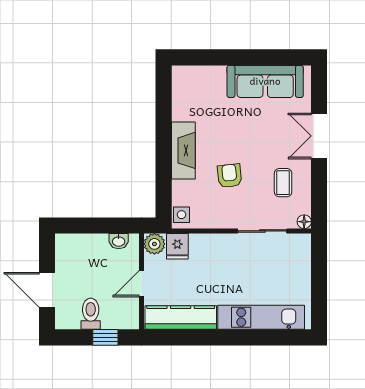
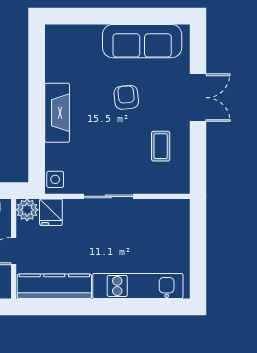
double door: (319, 136) -> (198, 98), swing flipped
armchair: (230, 176) -> (126, 97), moved
floor lamp: (304, 222) -> (183, 187), removed
sliding door: (262, 231) -> (108, 196), moved

